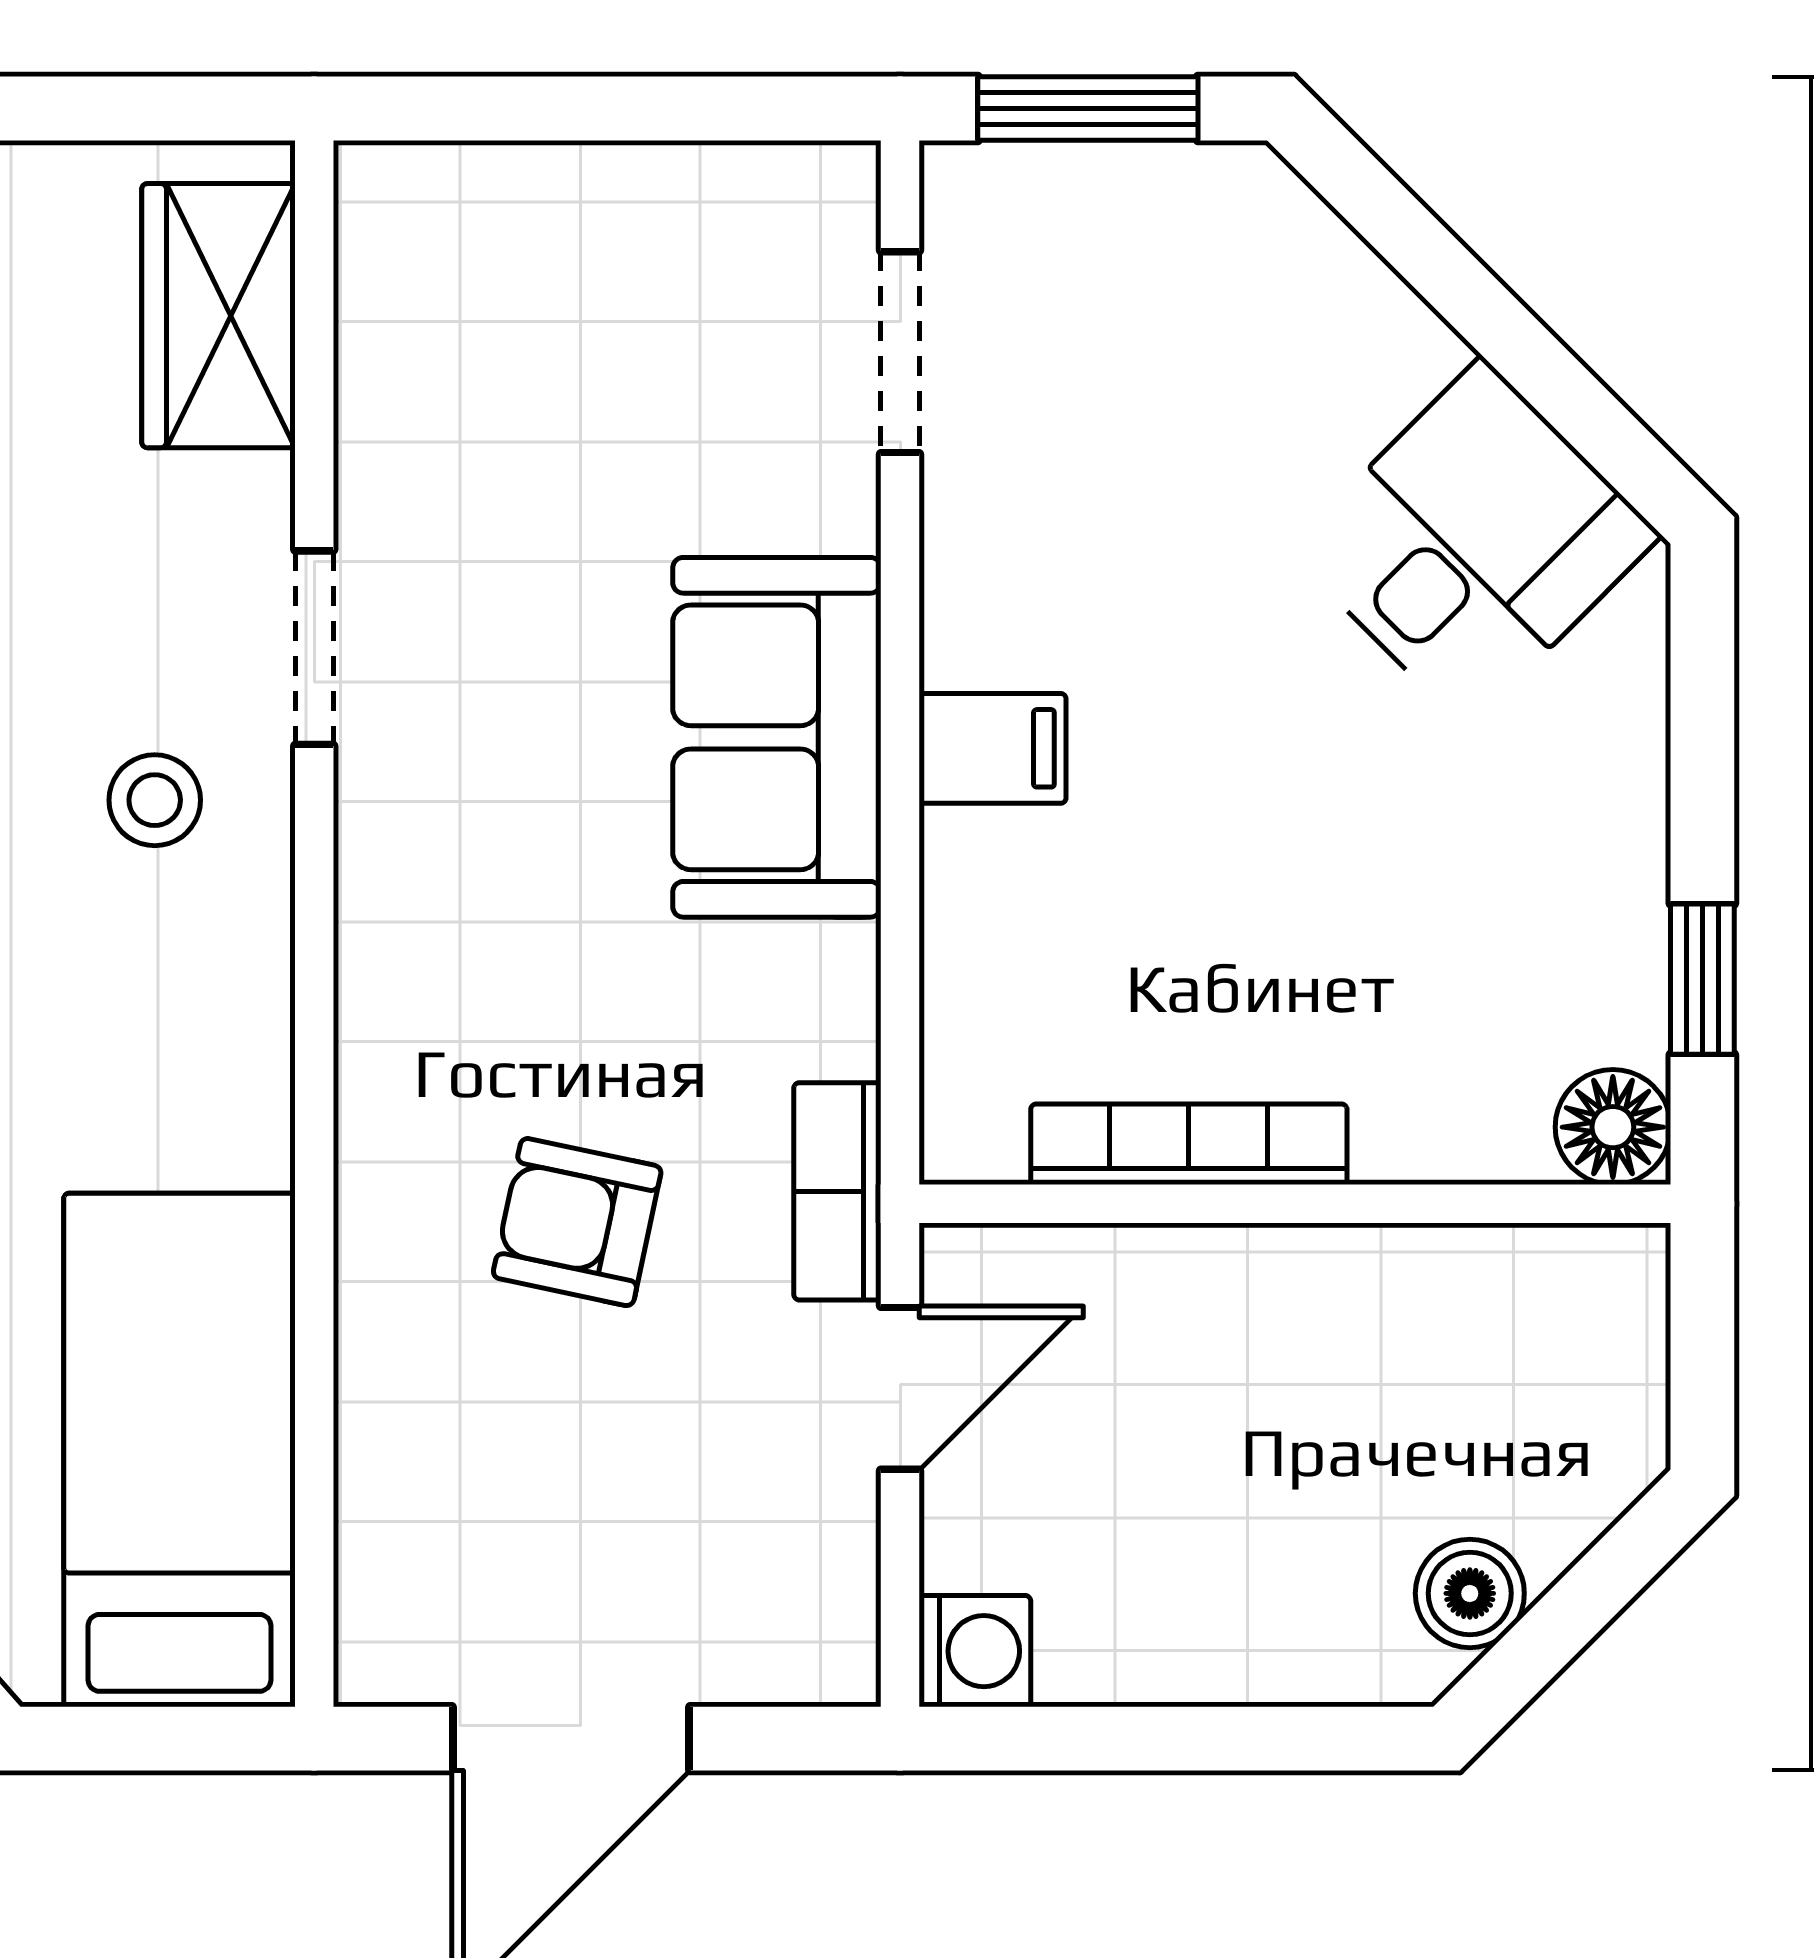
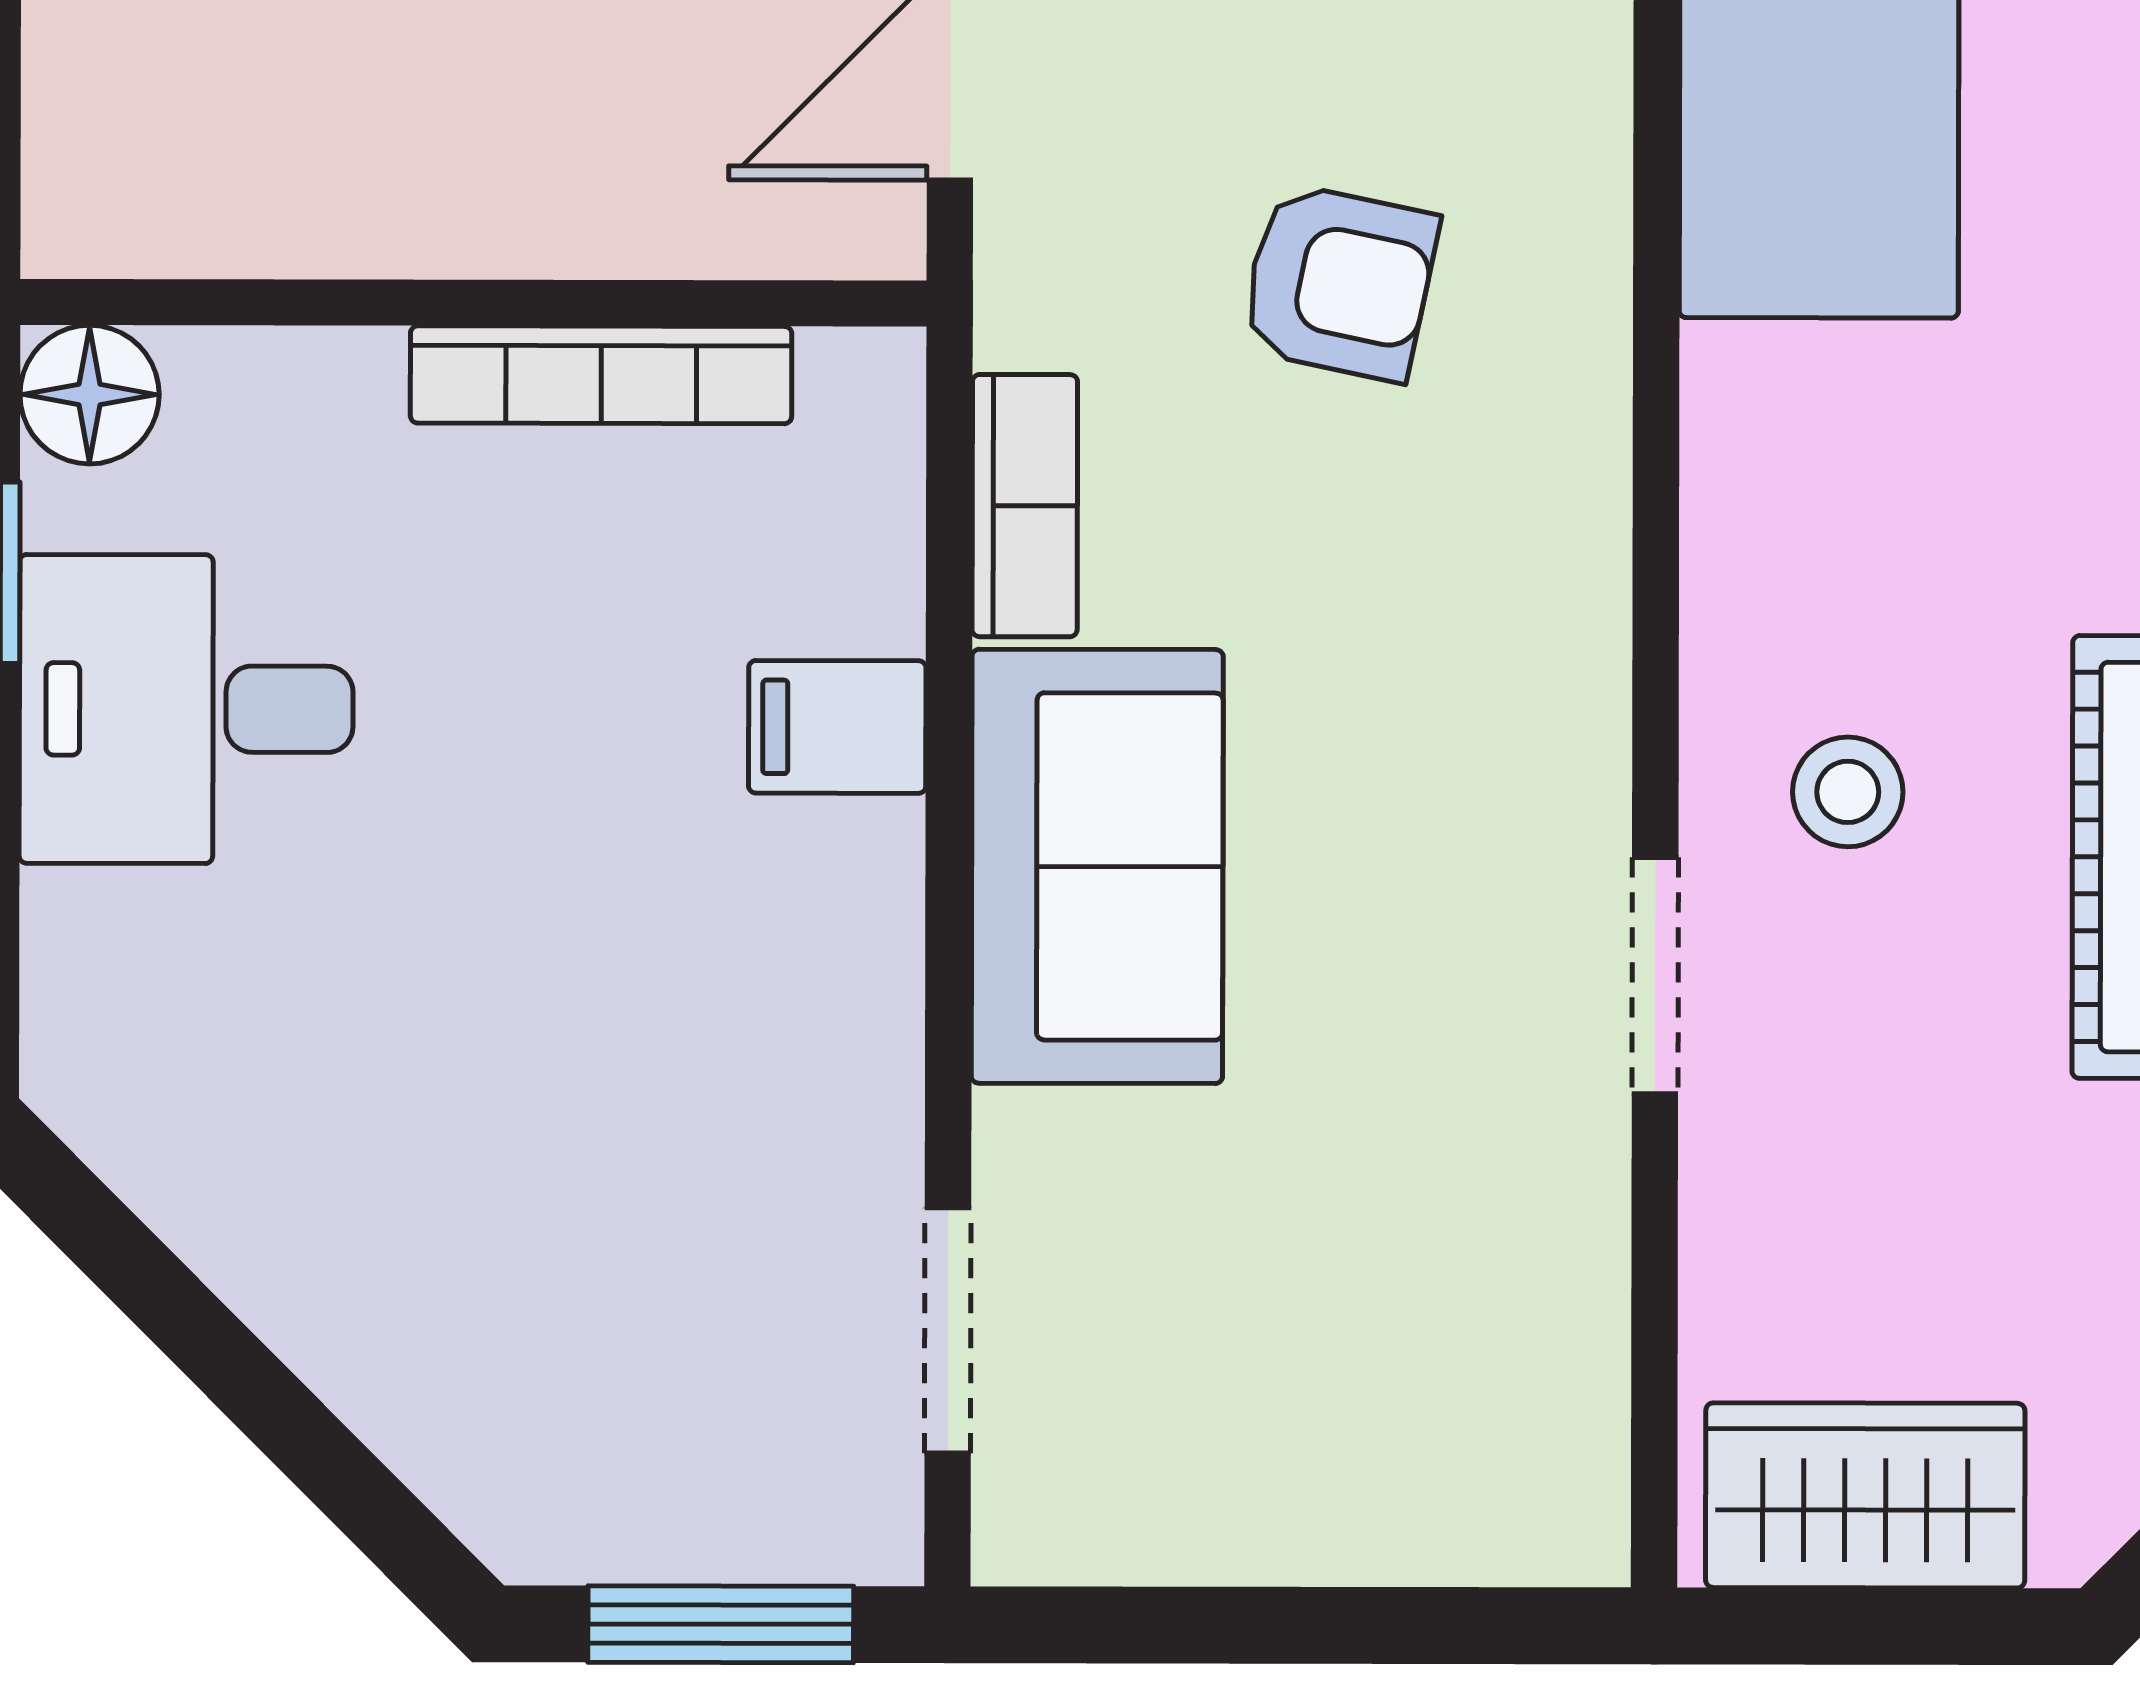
wardrobe: (218, 316) -> (1865, 1495), moved, turned -90
desk: (1474, 543) -> (186, 709), moved, turned 45
filing cabinet: (993, 748) -> (837, 727), moved
bookcase: (837, 1191) -> (1025, 506), moved

